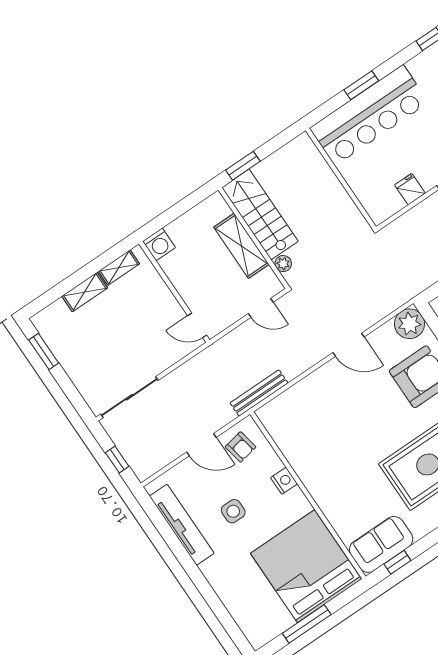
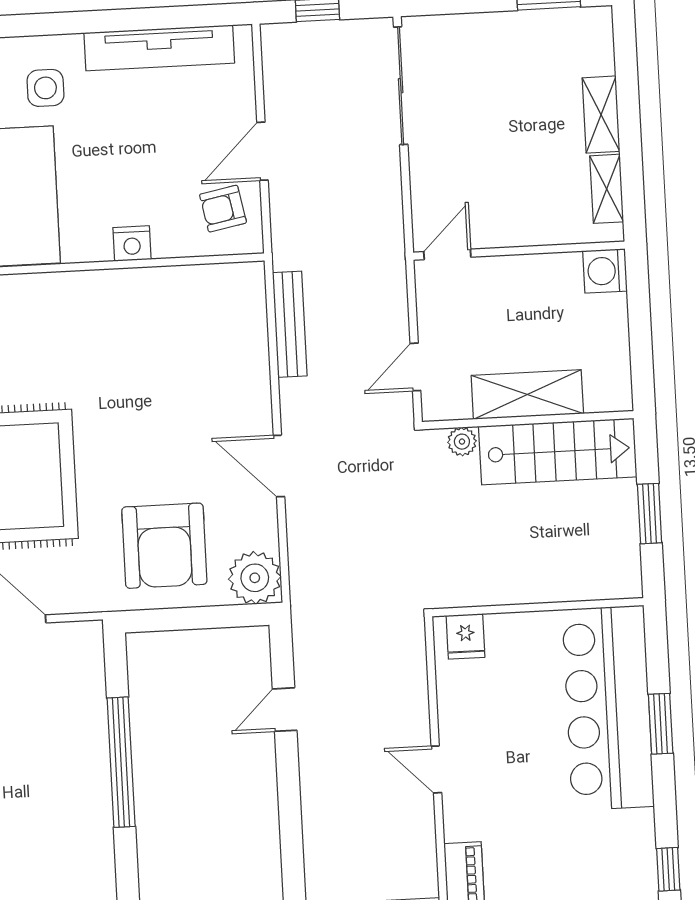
window: (243, 166) -> (650, 514), moved
fridge: (410, 189) -> (466, 636), moved, turned 90
door: (348, 345) -> (279, 466), hinge flipped
bench: (259, 393) -> (290, 324), moved
side table: (233, 511) -> (45, 88), moved

